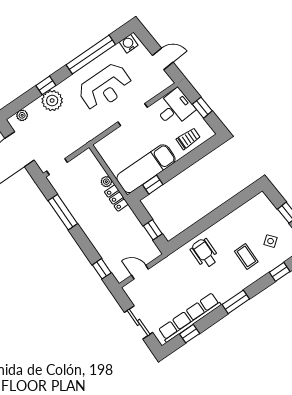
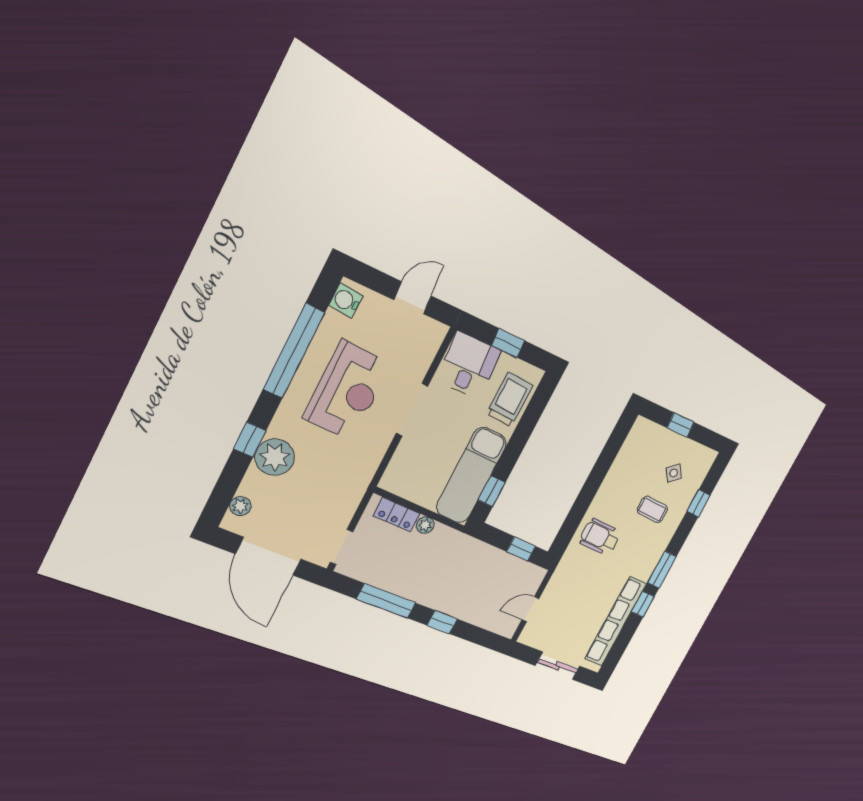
trolley: (188, 139) -> (510, 400), width x1.36, depth x1.39
locker: (116, 198) -> (397, 515), moved
window: (102, 269) -> (442, 622), moved
window: (190, 334) -> (643, 604), moved

